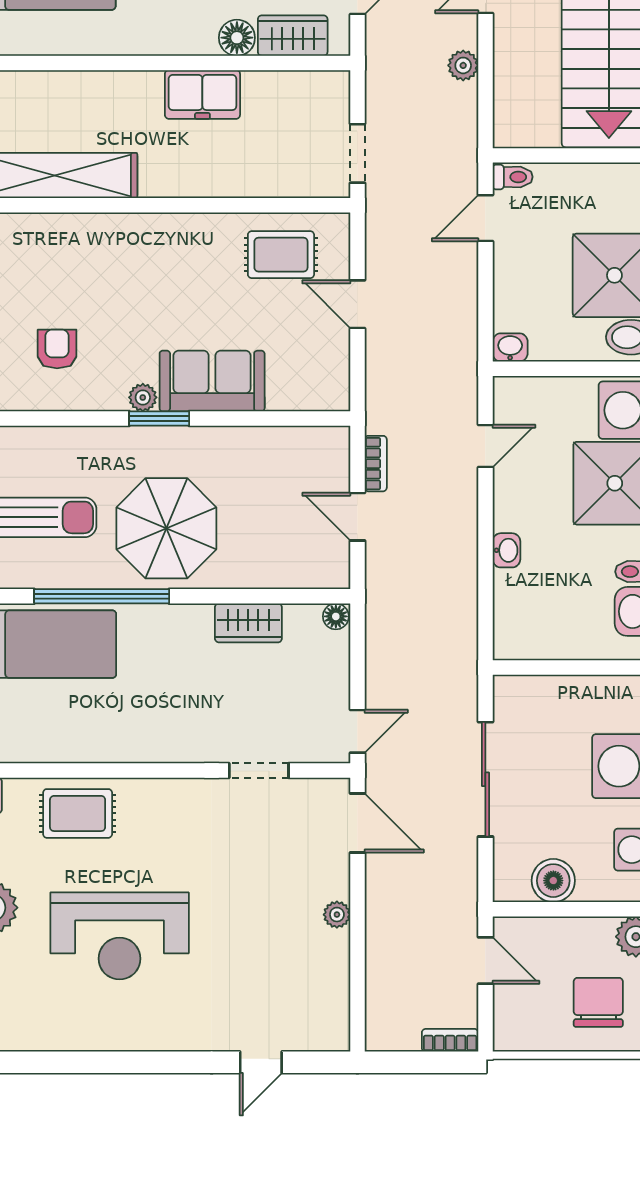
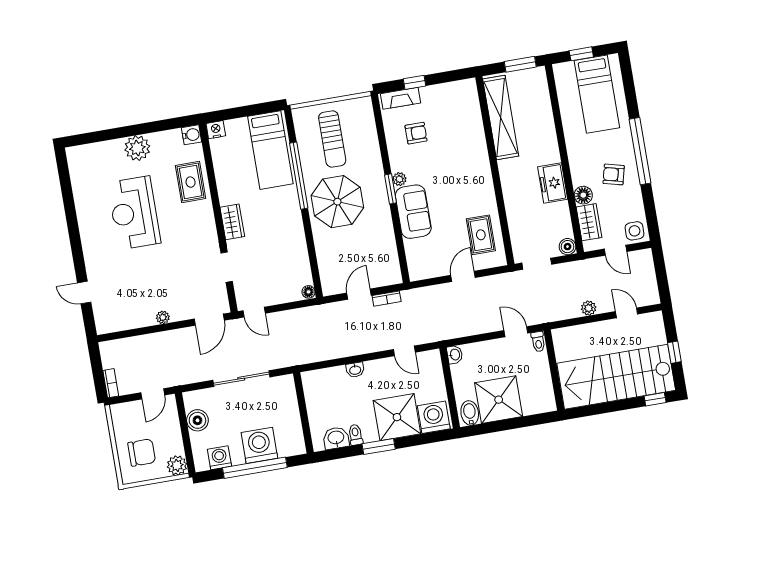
boiler: (334, 87) -> (567, 247), added
wardrobe: (248, 623) -> (232, 222), moved, turned 180

